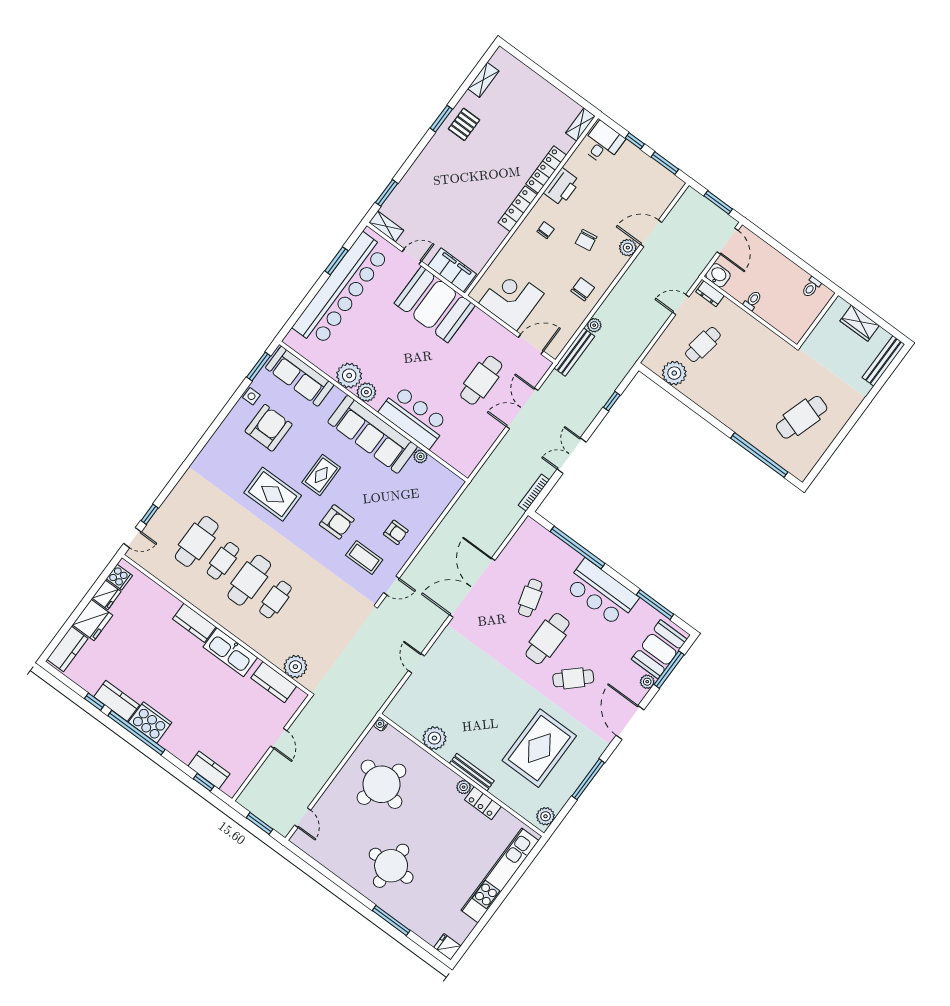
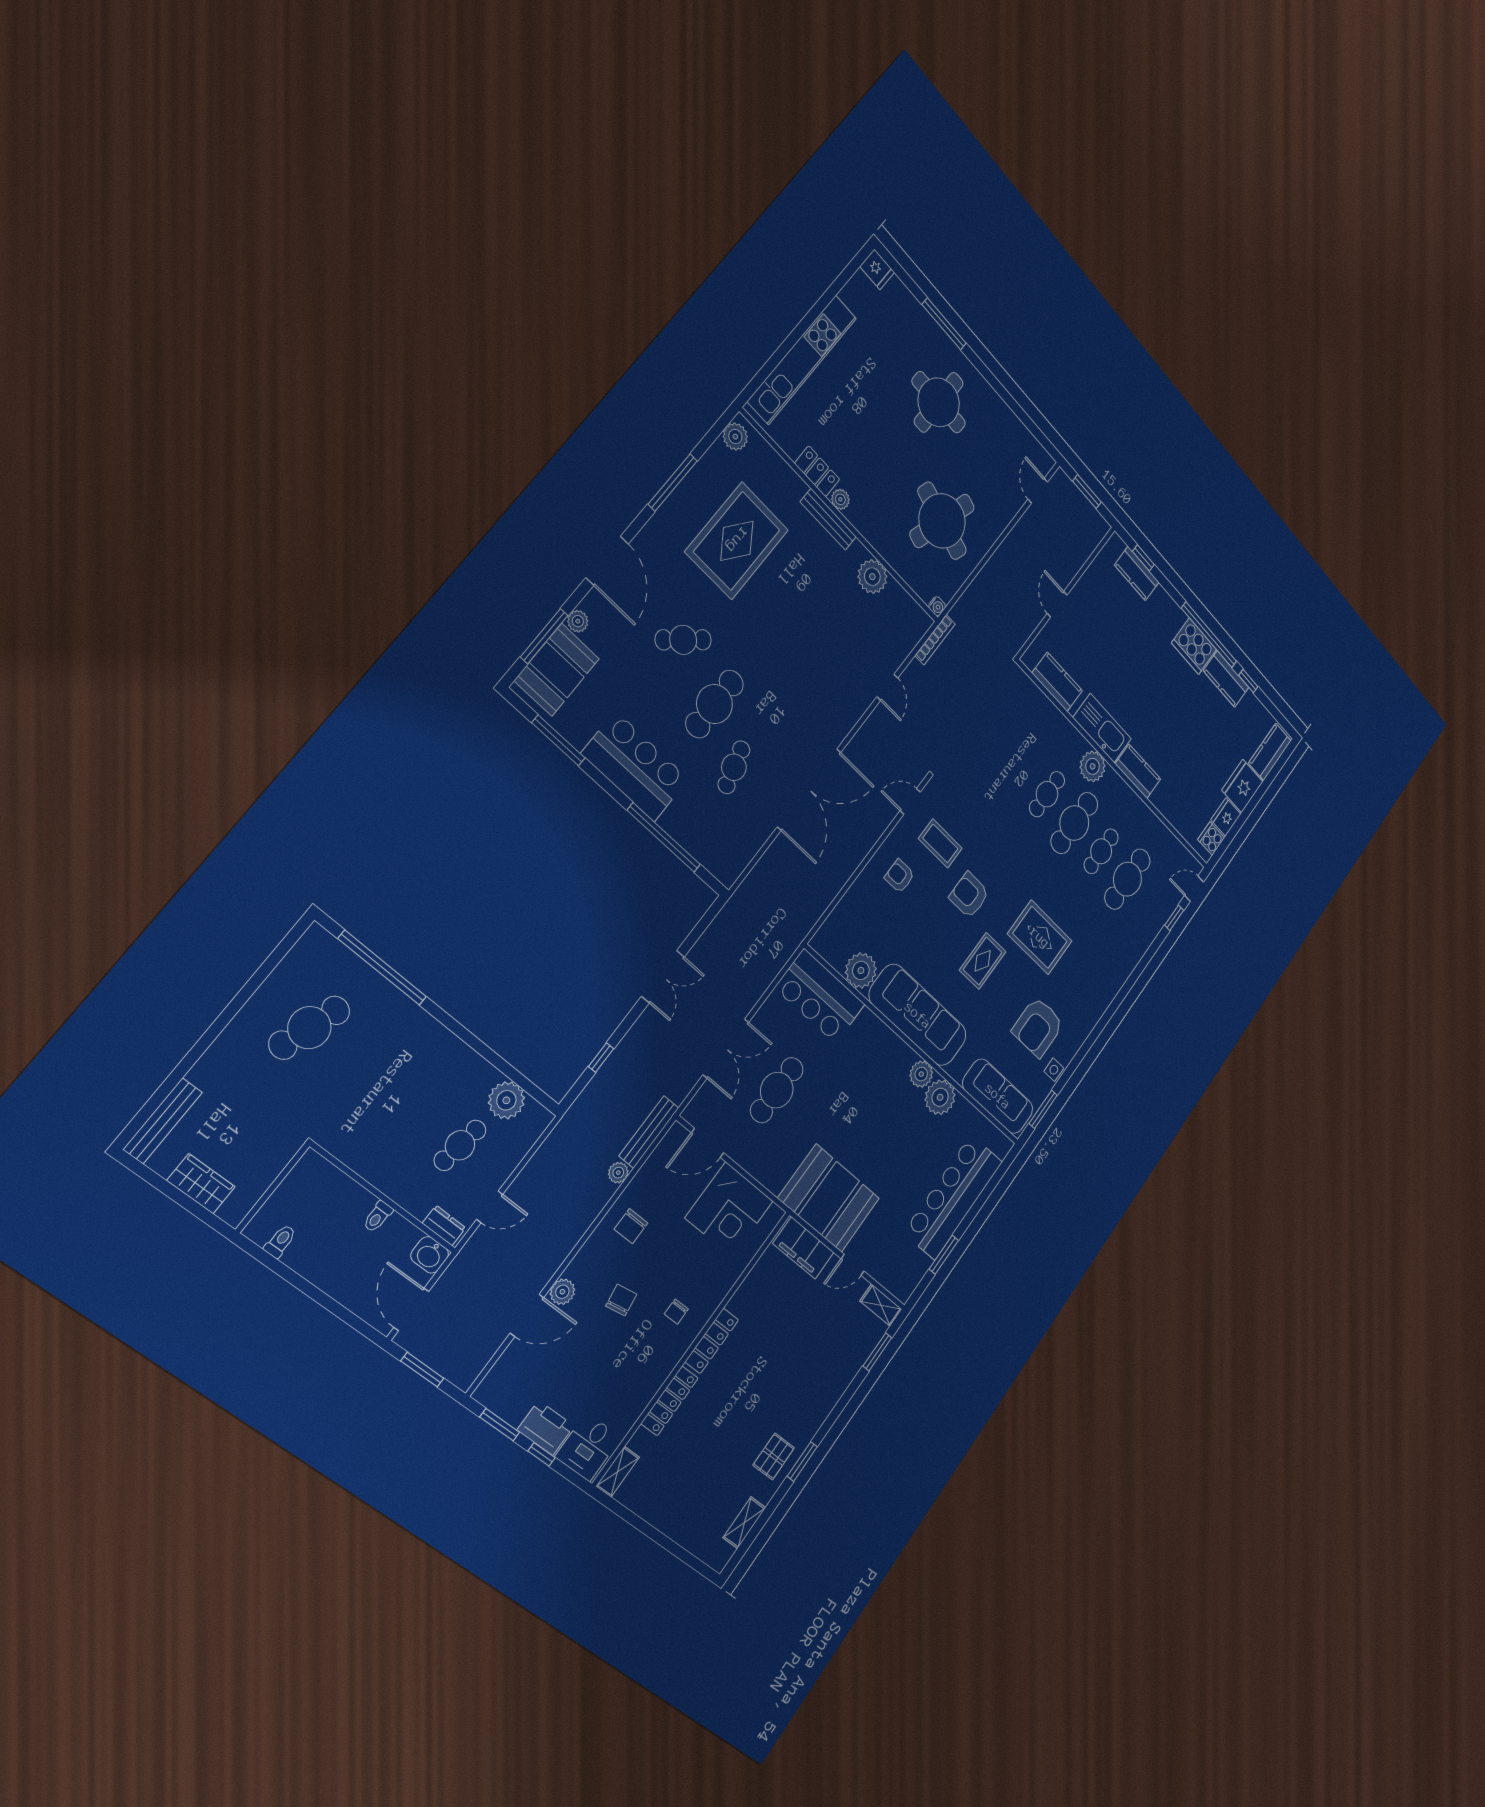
printer: (562, 187) -> (546, 1428), moved, turned 90
bar counter: (341, 290) -> (953, 1197), width x0.73
bar counter: (414, 417) -> (820, 996), moved
plant: (420, 456) -> (861, 970), width x1.87, depth x1.87
bookcase: (534, 493) -> (935, 640), moved
plant: (295, 667) -> (1093, 766), moved

